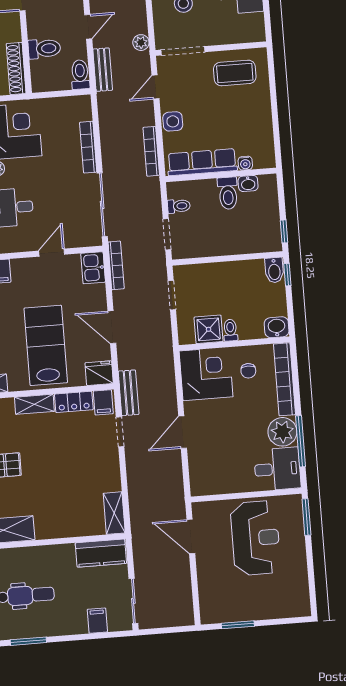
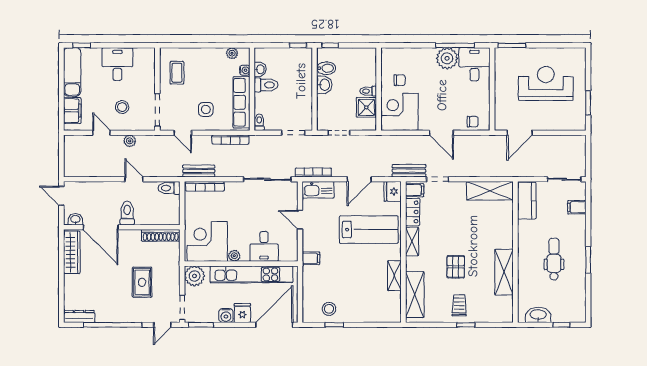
plant: (141, 43) -> (130, 141), moved
toilet: (44, 49) -> (127, 213), moved
bench: (103, 70) -> (199, 171), moved
coffee table: (235, 73) -> (177, 73), width x0.73, depth x0.77
side table: (173, 121) -> (206, 109), moved
plant: (267, 144) -> (232, 53), added
bookcase: (88, 147) -> (205, 186), moved
toilet: (179, 206) -> (259, 122), moved
kitchen sink: (93, 268) -> (318, 190), width x1.38
bidet: (274, 270) -> (326, 68), moved
washbasin: (277, 327) -> (324, 85), moved, turned 180
lab bench: (46, 345) -> (369, 230), turned 180
bookcase: (284, 379) -> (408, 54), removed
chair: (201, 473) -> (473, 122), added
shelving: (114, 513) -> (490, 191), width x1.50, depth x1.33
reception desk: (256, 538) -> (546, 83), moved

